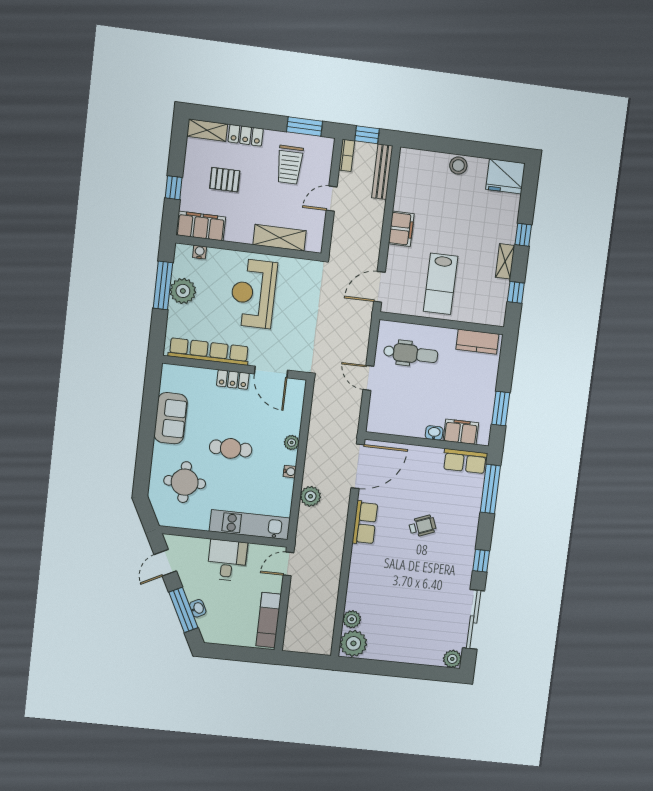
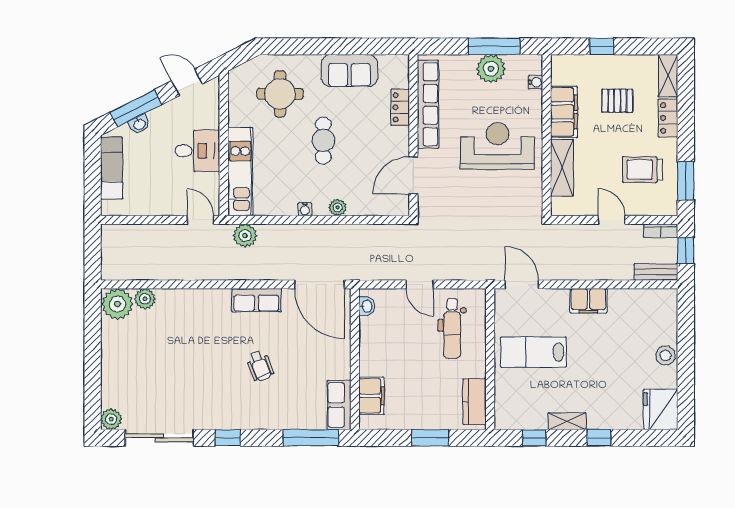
bench: (382, 172) -> (656, 272), width x0.73
pallet: (225, 180) -> (617, 101), turned 90
filing cabinet: (201, 226) -> (564, 112), moved
door: (368, 378) -> (420, 284), swing flipped
locker: (233, 379) -> (400, 107), moved
window: (501, 408) -> (430, 438), moved
washbasin: (434, 433) -> (367, 306), moved
plant: (310, 496) -> (245, 236), moved
exam couch: (269, 620) -> (112, 168), moved, turned 90

